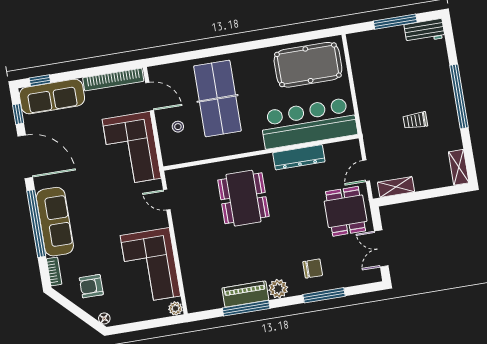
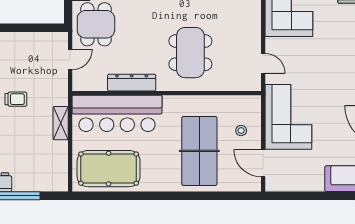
bookcase: (113, 79) -> (295, 185), removed
shelving: (396, 187) -> (61, 123), moved, turned 90

